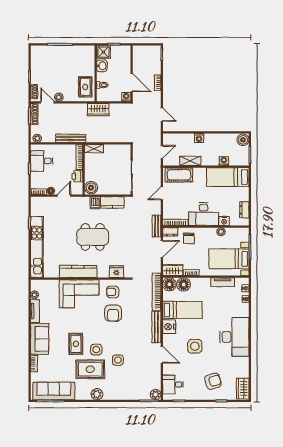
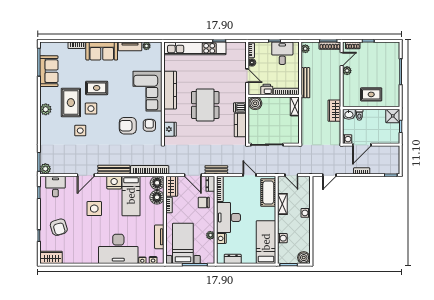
washbasin: (102, 66) -> (349, 114), moved
rug: (85, 87) -> (371, 94), moved
desk: (234, 337) -> (118, 249), moved
sofa: (54, 391) -> (49, 71), width x0.73

